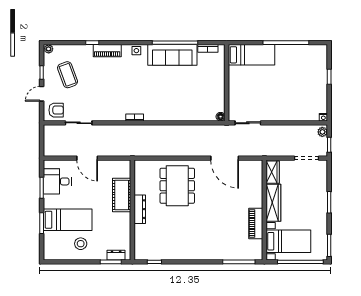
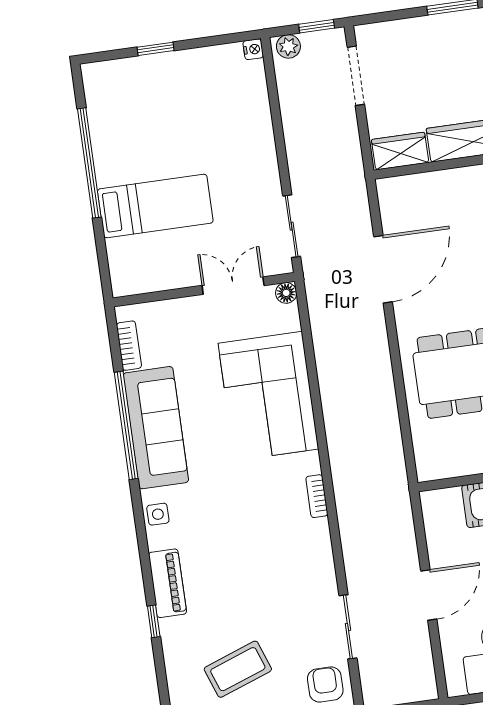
bed: (252, 55) -> (155, 206), moved, turned 90
double door: (227, 95) -> (233, 286), added
corner sofa: (179, 103) -> (268, 396), added

